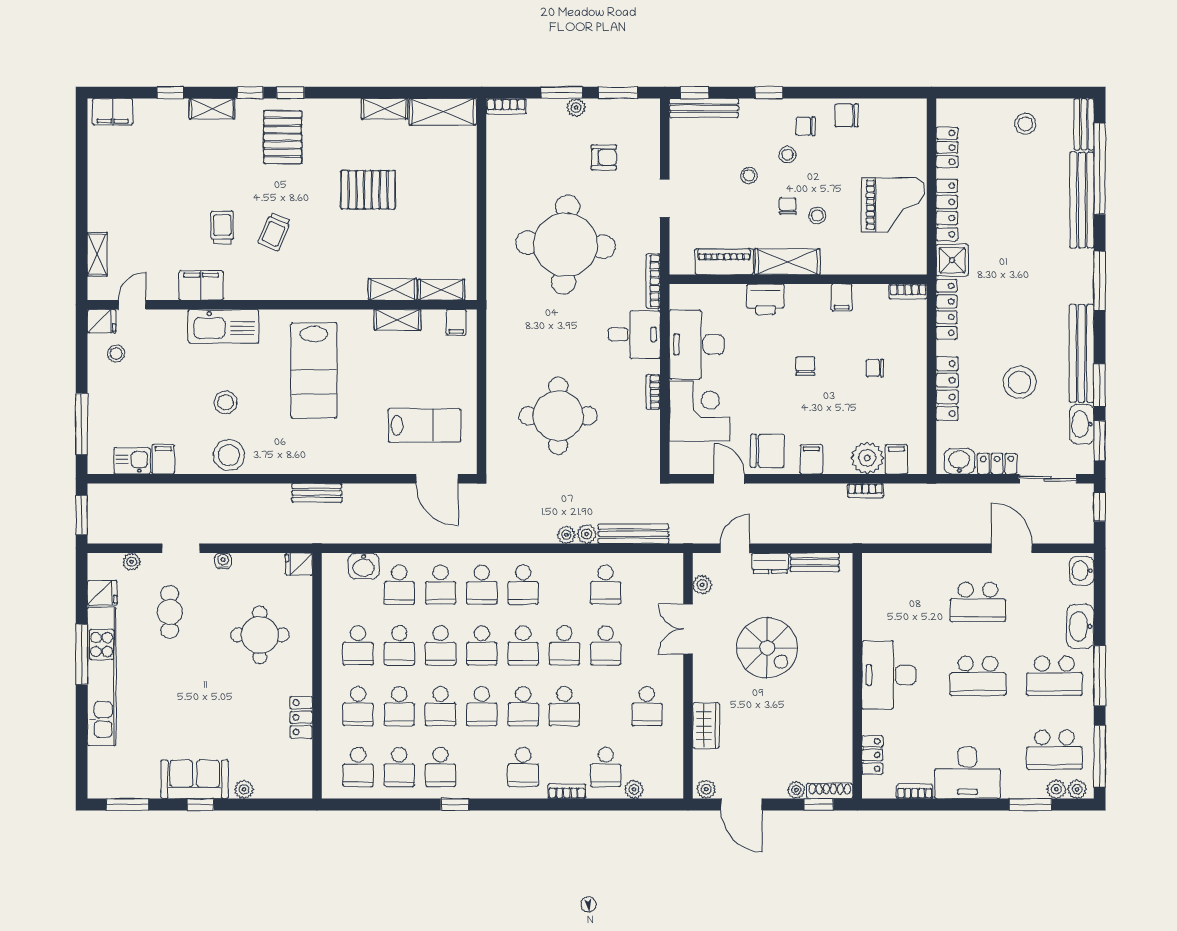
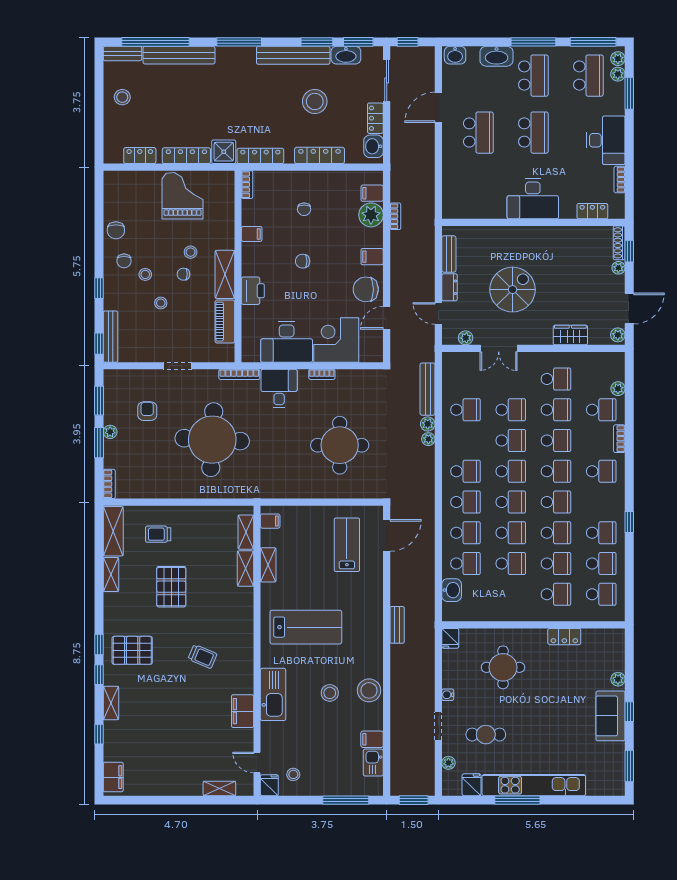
trolley: (222, 227) -> (158, 534), moved
chair: (767, 451) -> (366, 289), turned -90
school desk: (358, 645) -> (556, 410), moved

